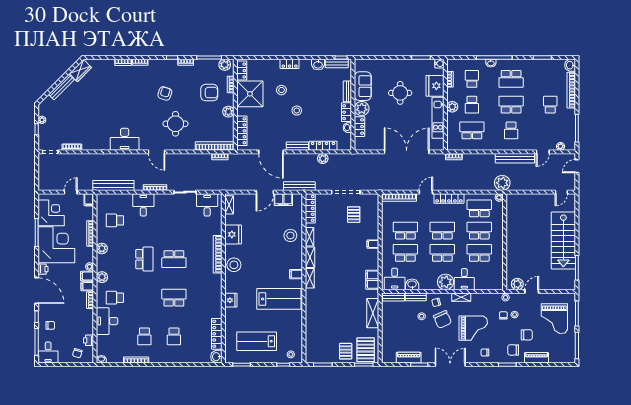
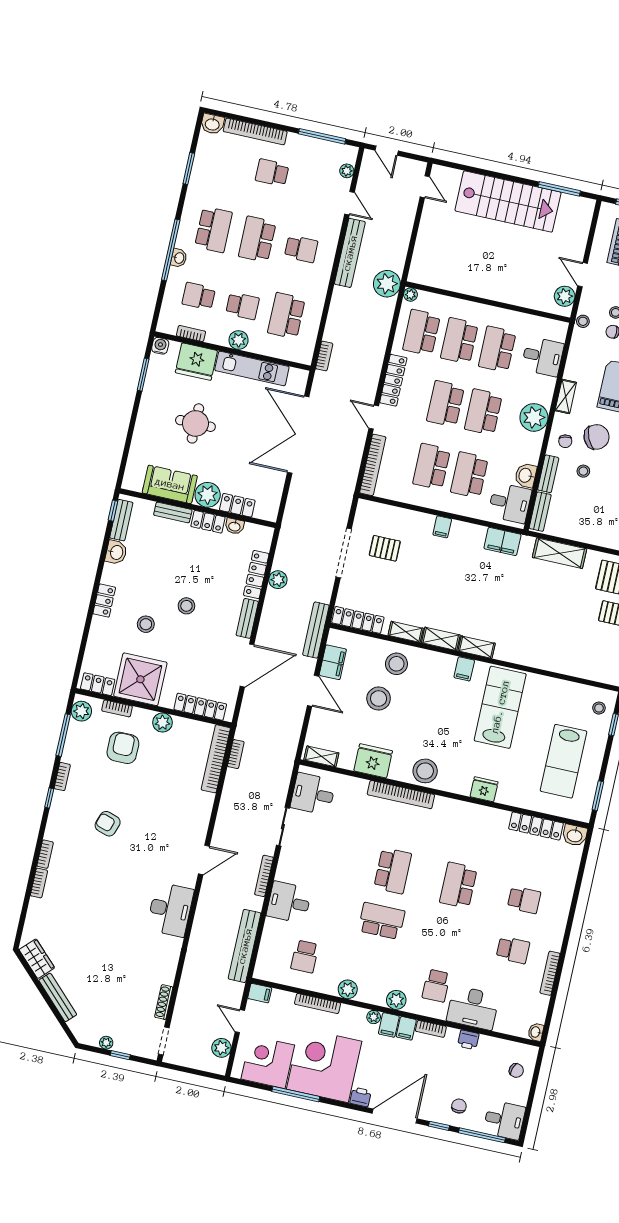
round table: (176, 124) -> (163, 817), removed
plant: (53, 185) -> (221, 1048), added
stool: (269, 230) -> (379, 699), added
desk: (464, 279) -> (543, 357), moved
printer: (89, 340) -> (468, 1040), moved

